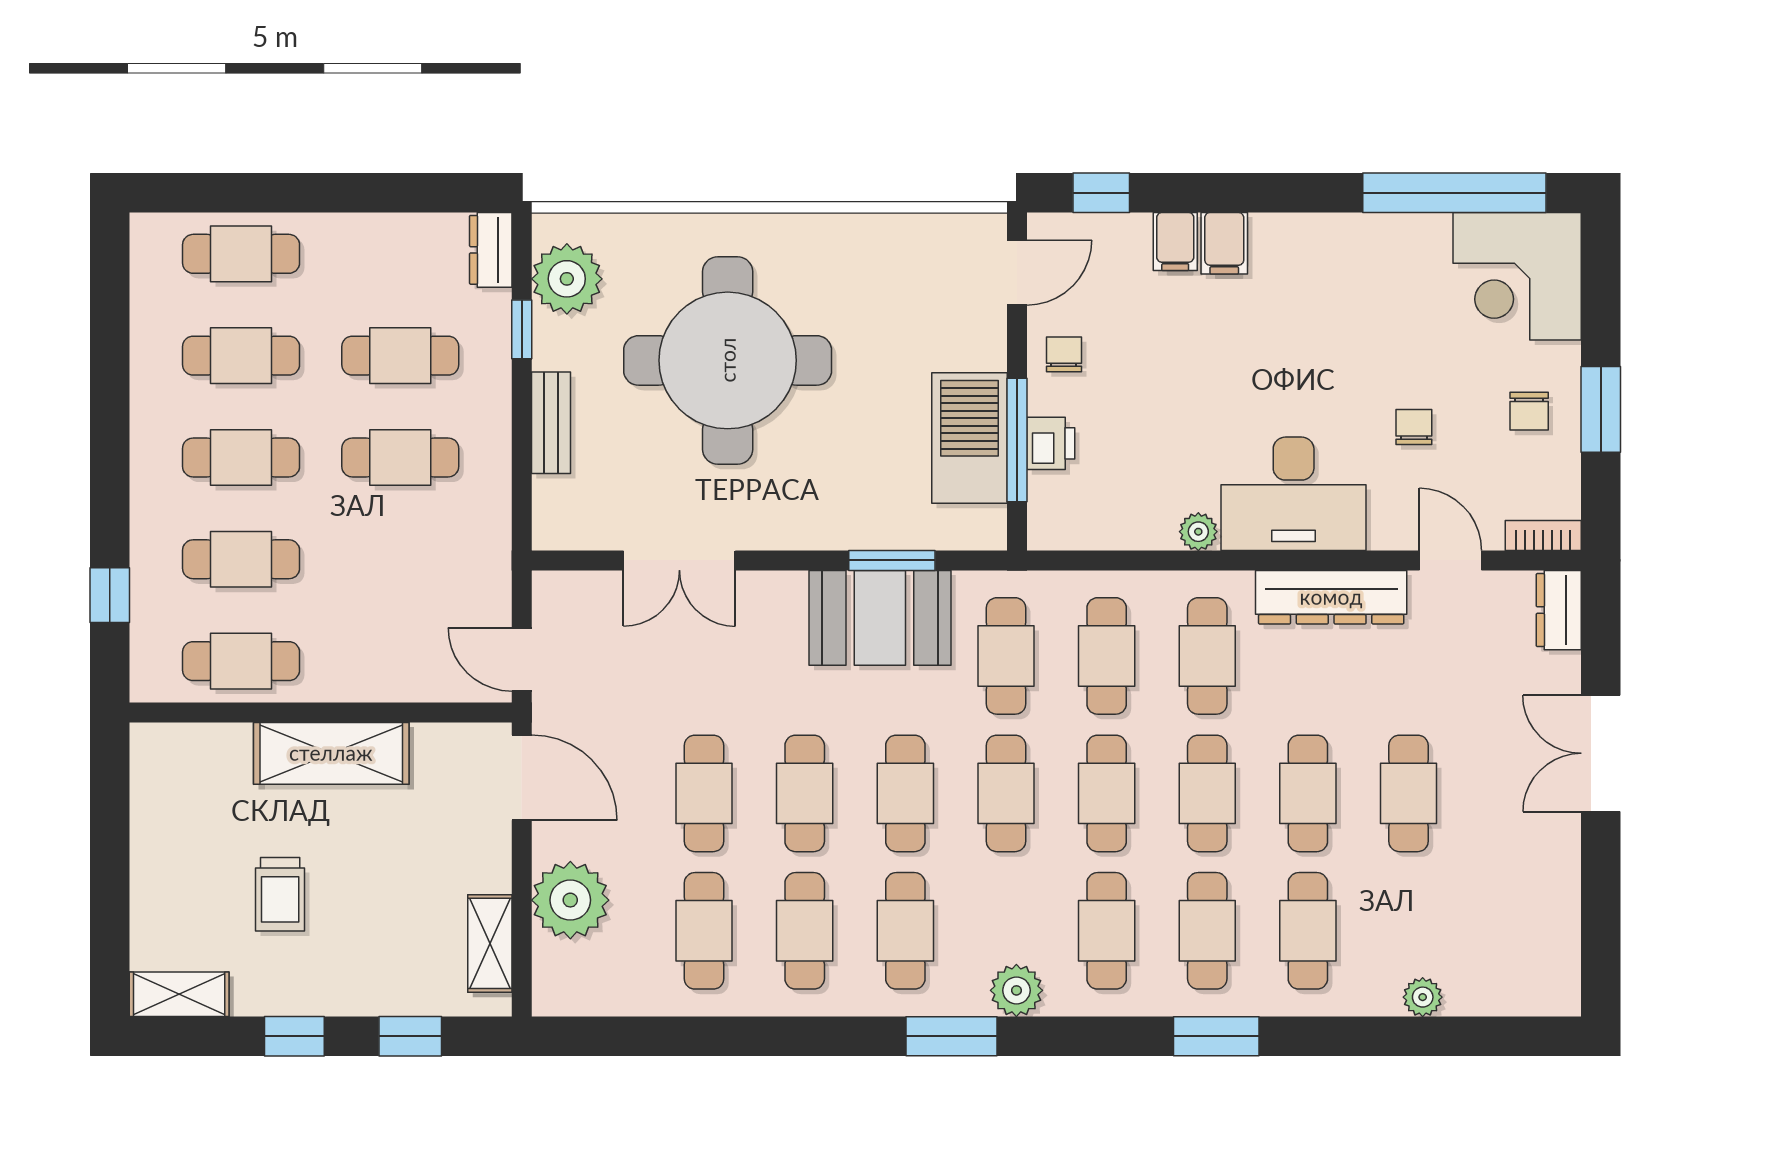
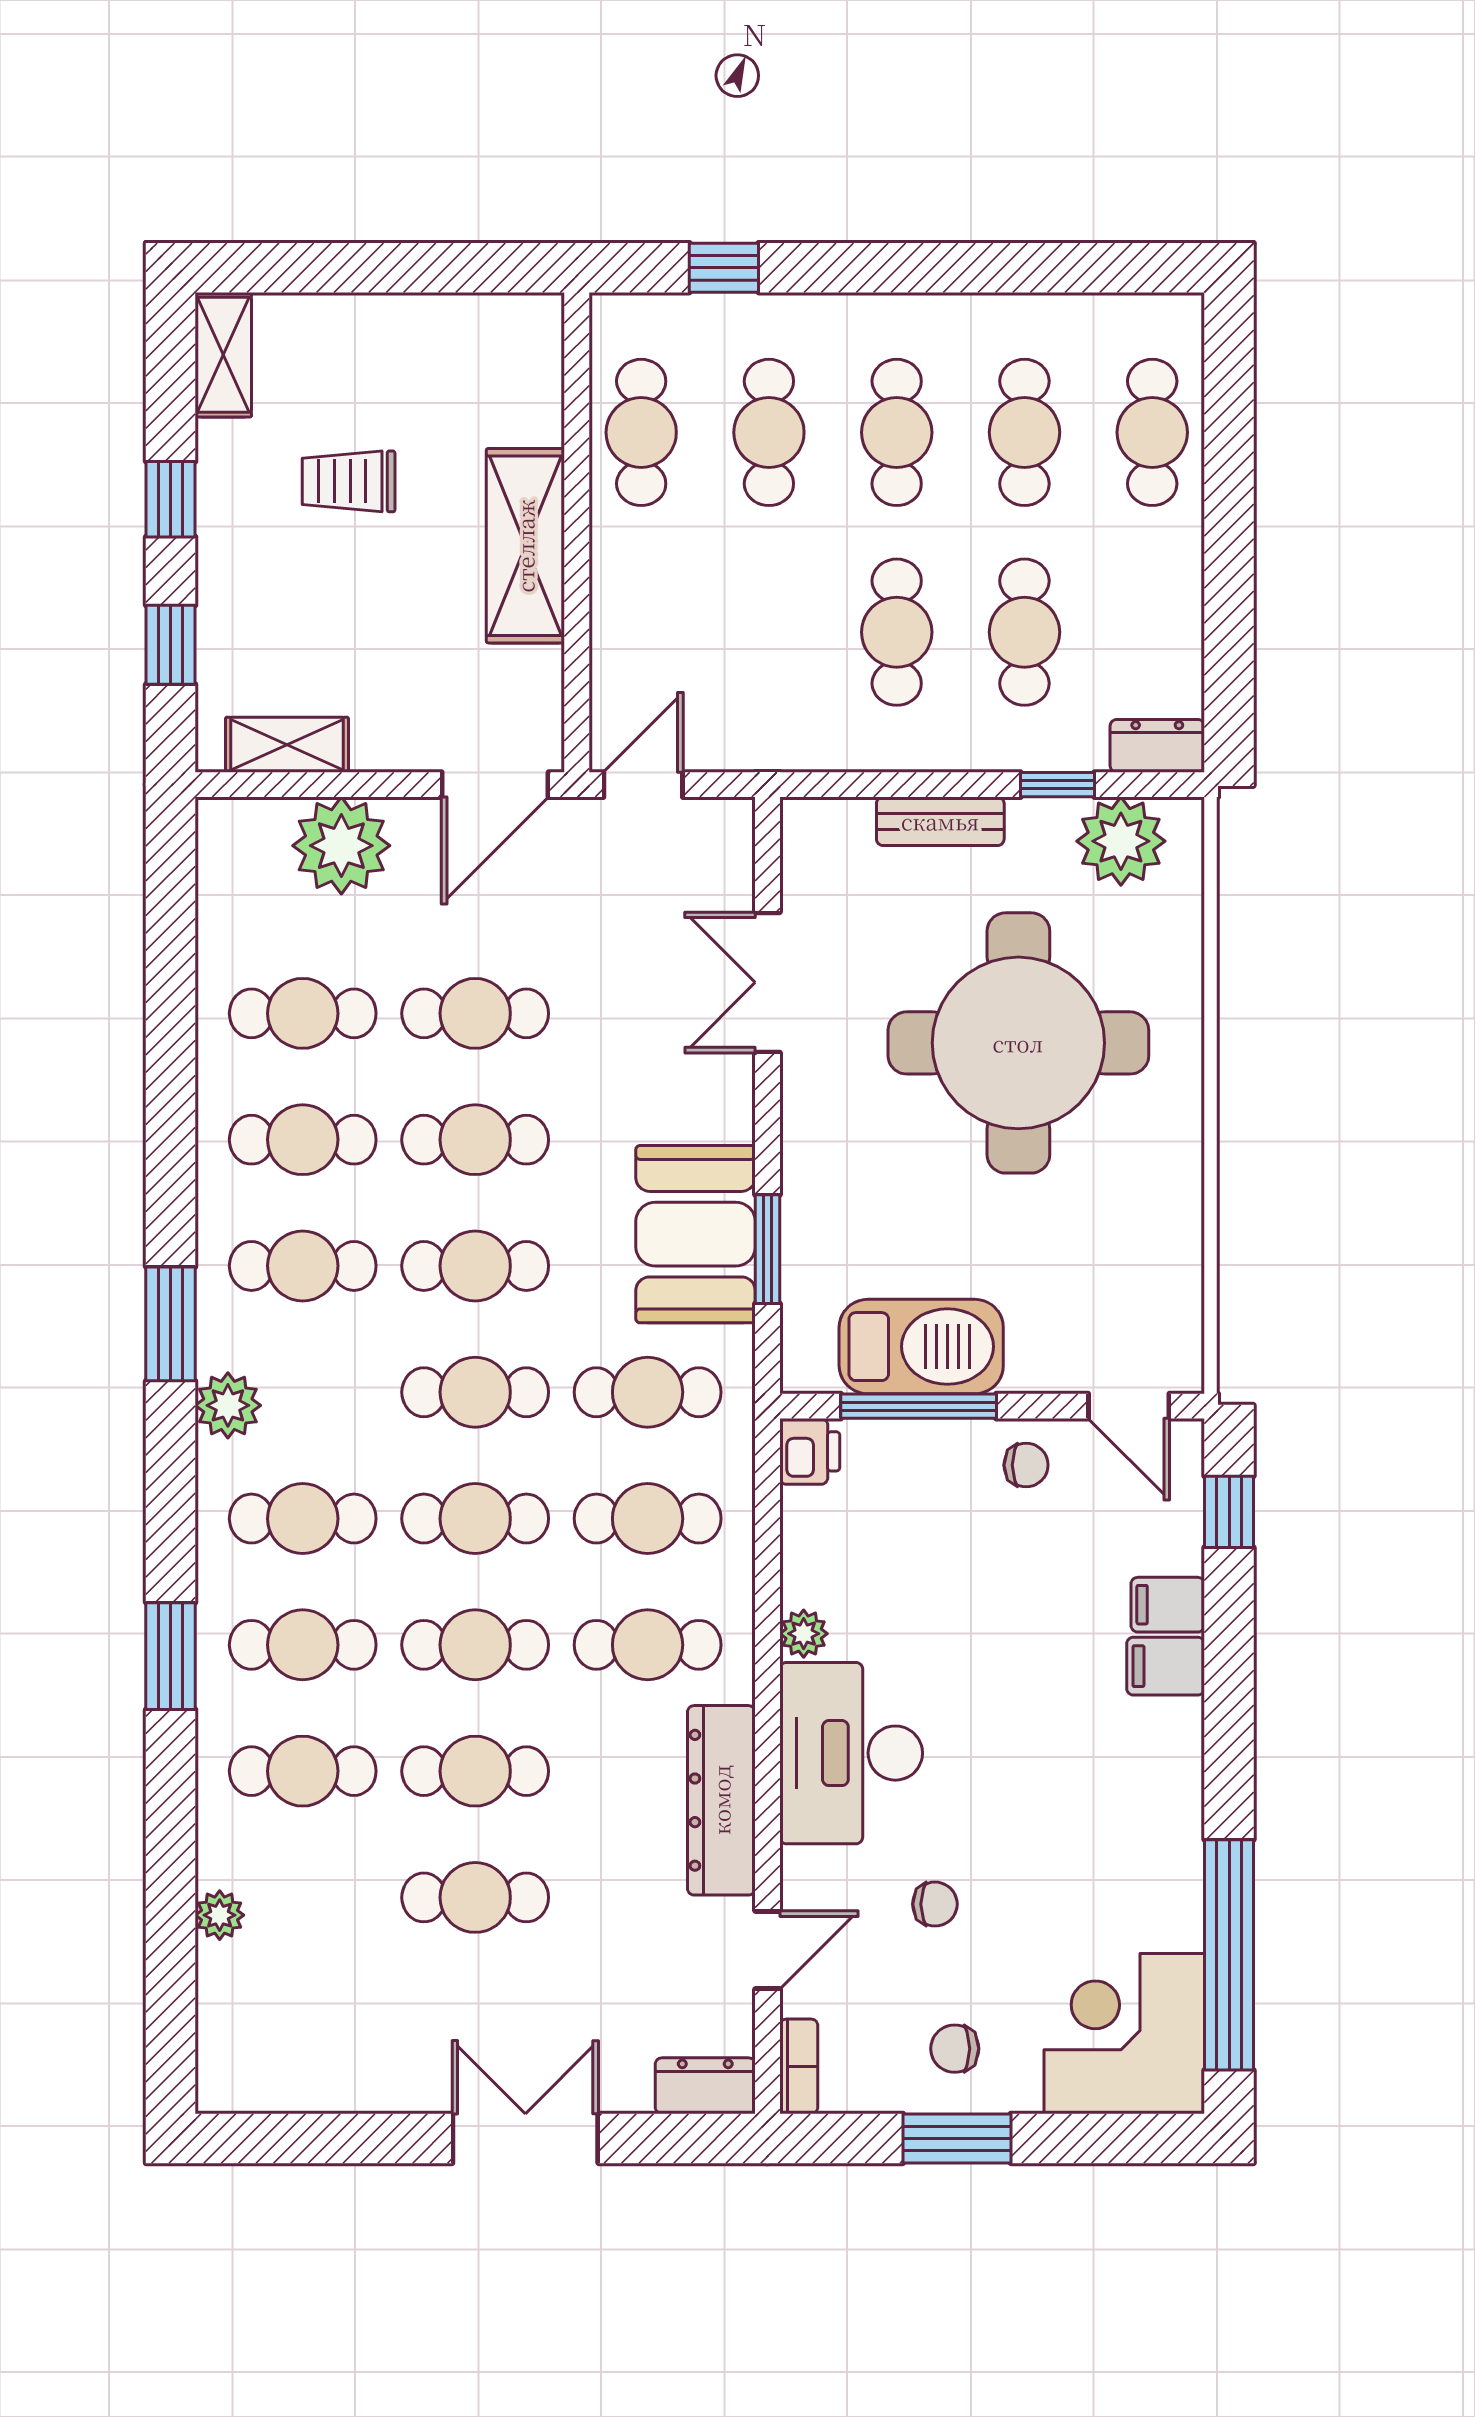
printer: (1051, 443) -> (810, 1451), moved, turned -90

